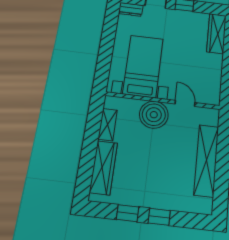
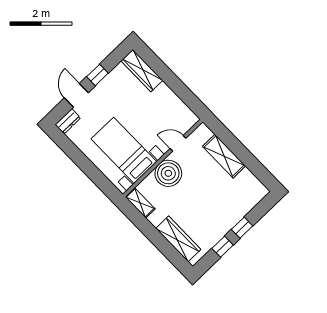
shelving: (108, 125) -> (140, 203), moved
shelving: (206, 160) -> (224, 156), width x0.68

